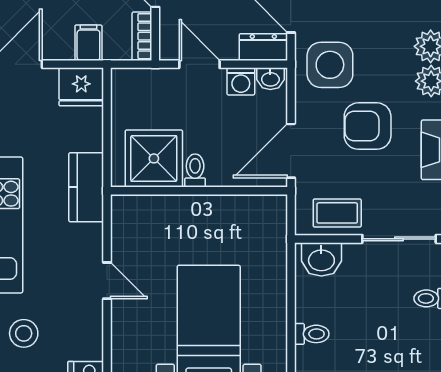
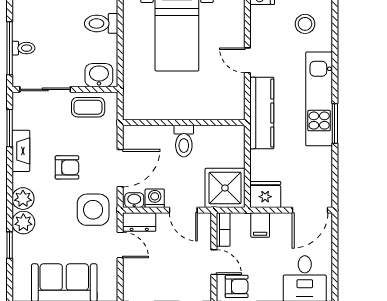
armchair: (368, 126) -> (67, 167), width x0.72, depth x0.72
door: (291, 151) -> (120, 168), moved
shower: (154, 158) -> (225, 188), moved
toilet: (195, 170) -> (184, 141), width x1.37, depth x1.39
kitchen counter: (86, 187) -> (262, 113), width x1.50
toilet: (312, 334) -> (101, 23), width x1.37, depth x1.39

